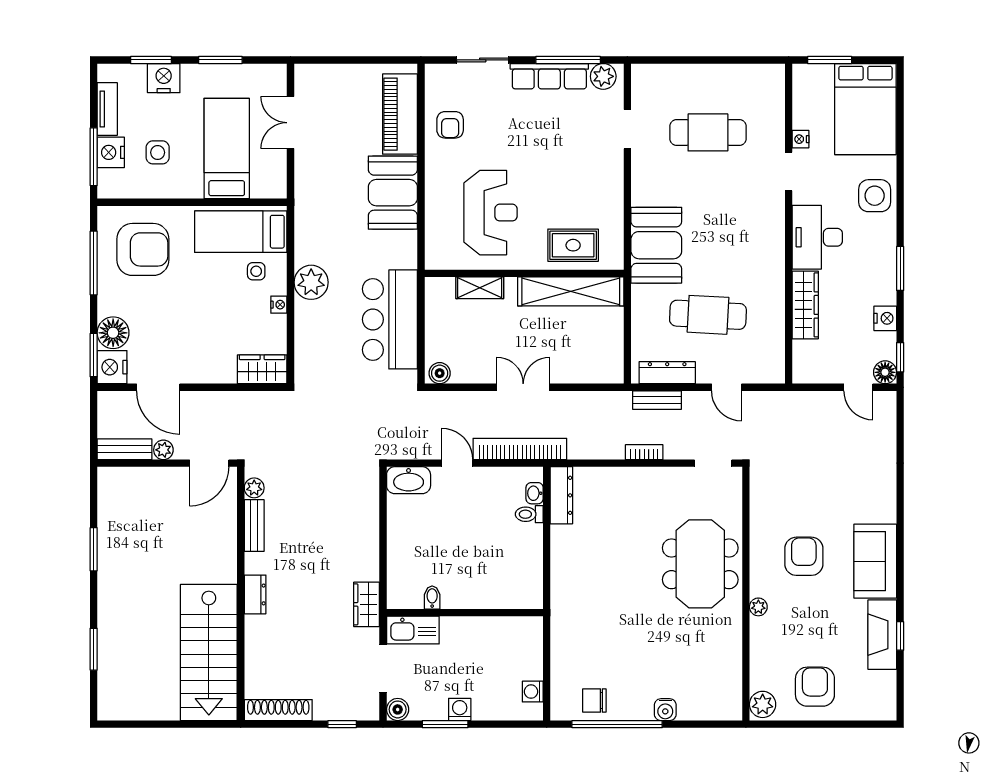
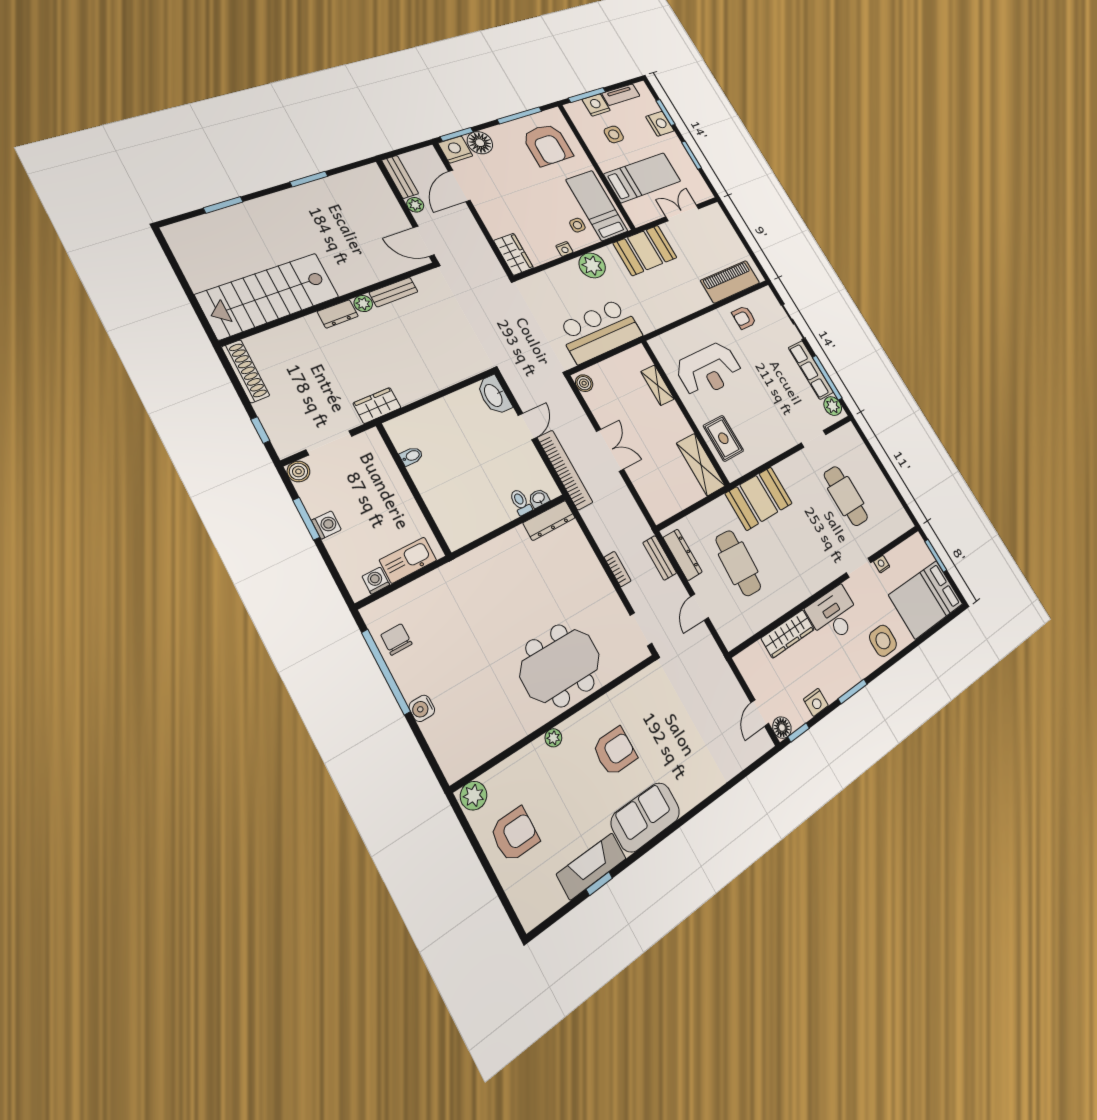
booth: (393, 193) -> (645, 250), moved
shelving: (571, 291) -> (701, 465), width x0.68
plant: (254, 488) -> (363, 304), moved
kitchen sink: (413, 630) -> (408, 560), moved, turned 90

